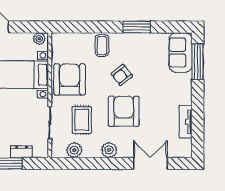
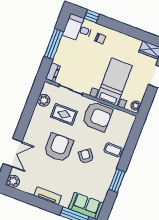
armchair: (124, 111) -> (59, 148), turned -90
tv unit: (186, 122) -> (48, 196), moved
plant: (109, 150) -> (13, 181), moved
dresser: (21, 152) -> (53, 72), moved

